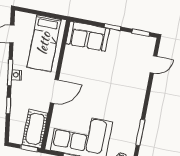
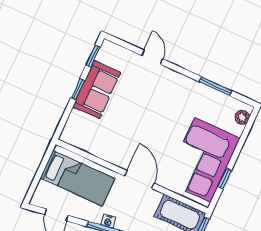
sofa: (88, 36) -> (97, 90), moved
door: (154, 64) -> (152, 57), moved

